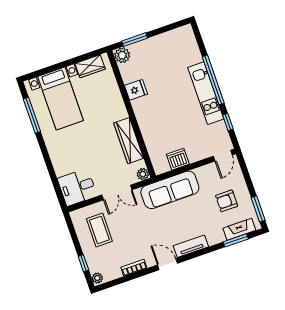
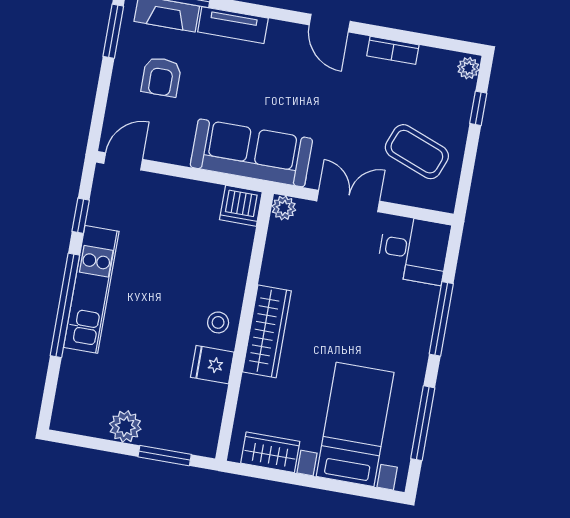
plant: (122, 55) -> (125, 426), moved
stool: (144, 109) -> (218, 322), added
wardrobe: (129, 141) -> (267, 331), moved
dishwasher: (178, 159) -> (241, 206), moved
window: (49, 164) -> (441, 319), added
armchair: (227, 201) -> (161, 77), turned 90
coffee table: (99, 230) -> (417, 152), turned -69
tv unit: (191, 246) -> (233, 25), moved

